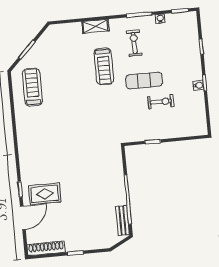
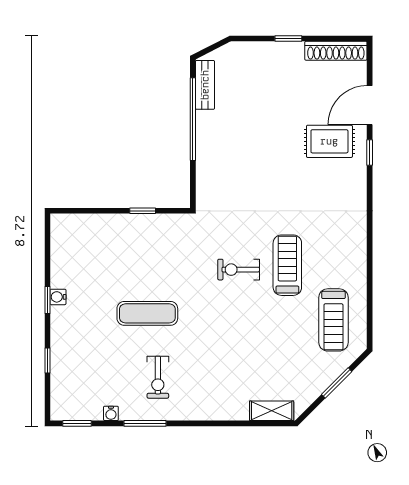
shelving: (95, 26) -> (272, 411), moved
treadmill: (104, 66) -> (287, 265), moved
exercise bike: (161, 102) -> (239, 270), moved

